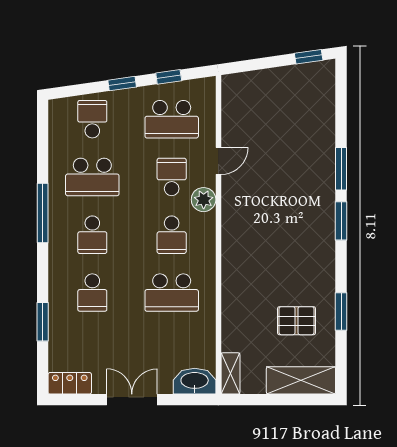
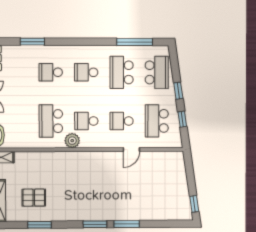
school desk: (92, 119) -> (157, 72), width x1.85
door: (218, 161) -> (131, 149), hinge flipped
school desk: (172, 177) -> (122, 121), turned 180
plant: (204, 200) -> (72, 141), moved
window: (43, 213) -> (135, 42), moved
pallet: (297, 321) -> (34, 198), turned 90

